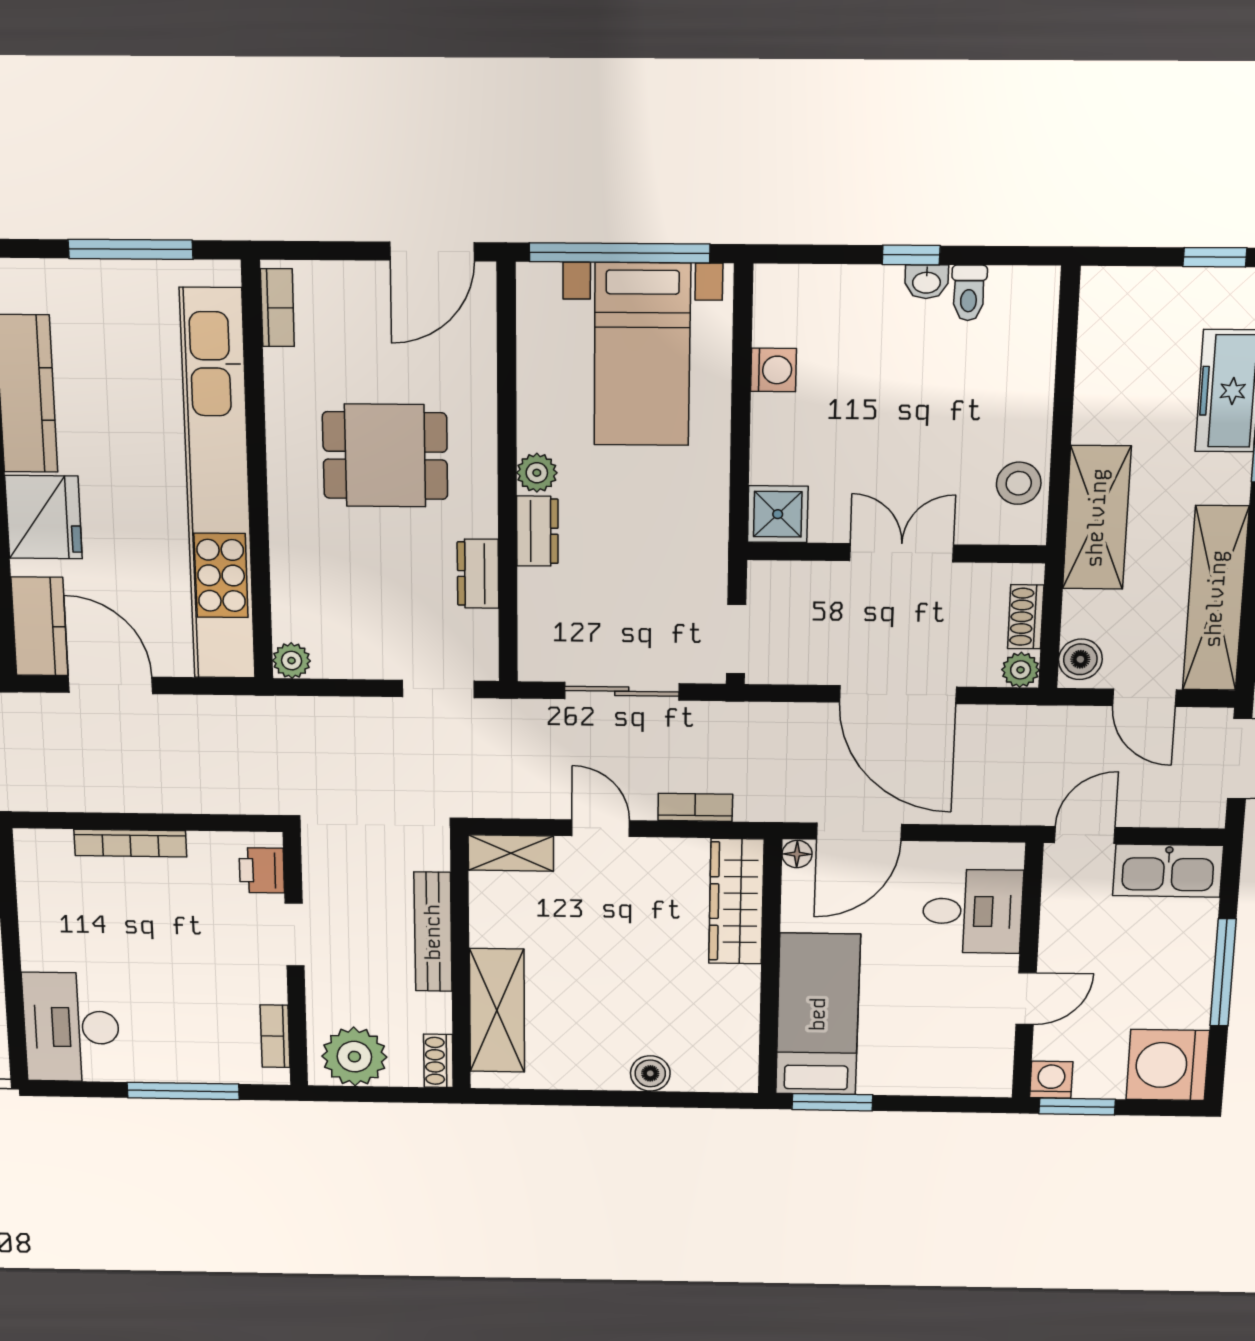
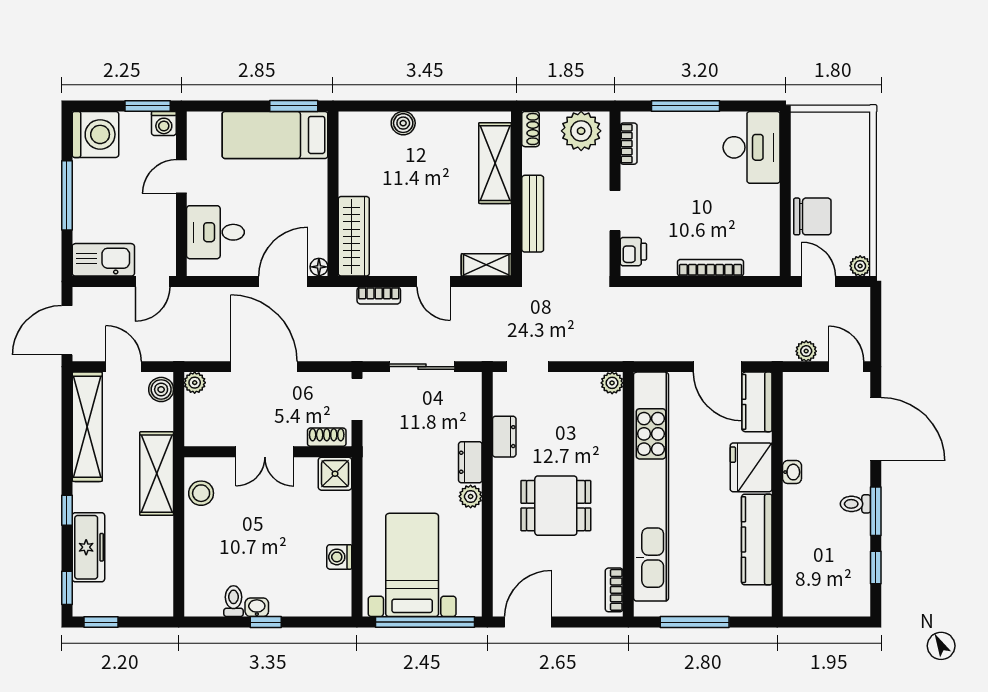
shoe rack: (1026, 617) -> (327, 437), moved, turned -90
bed: (818, 1014) -> (275, 135), moved, turned 90

